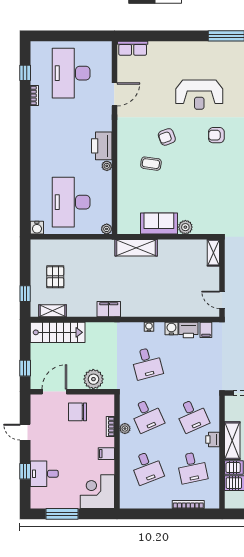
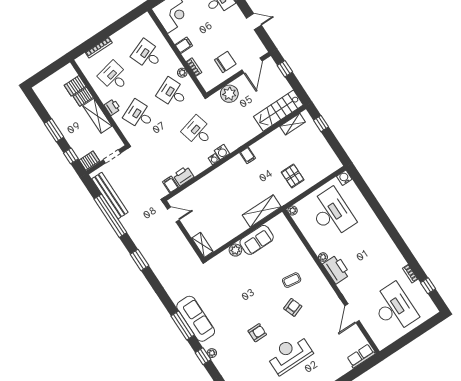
pallet: (55, 277) -> (293, 176), moved
filing cabinet: (109, 309) -> (248, 155), width x0.50
water cooler: (171, 329) -> (222, 152), moved

